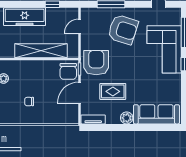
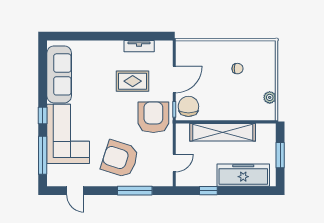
armchair: (96, 63) -> (153, 117), turned 180
sofa: (156, 114) -> (59, 74), moved, turned -90
plant: (127, 118) -> (115, 48), removed
tv unit: (93, 119) -> (139, 46), moved

